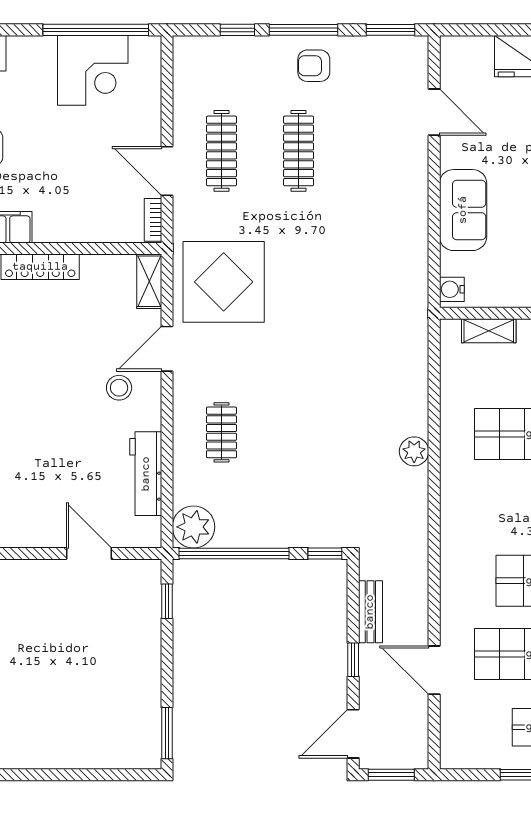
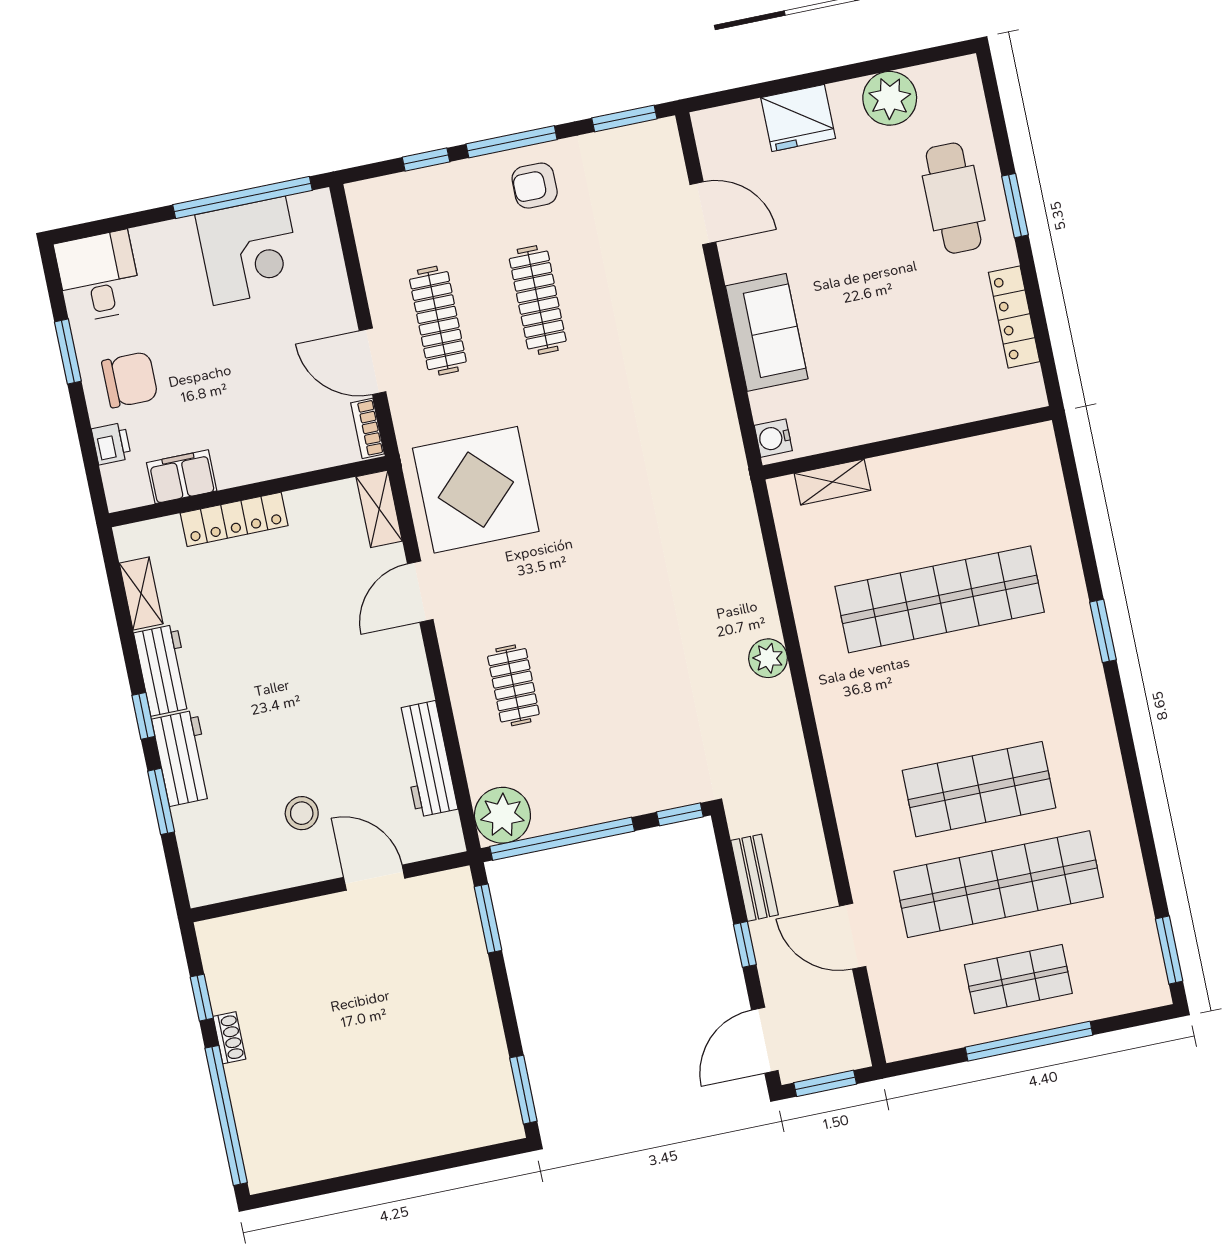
stool: (119, 388) -> (302, 813), moved
window: (167, 601) -> (488, 919), width x1.50

